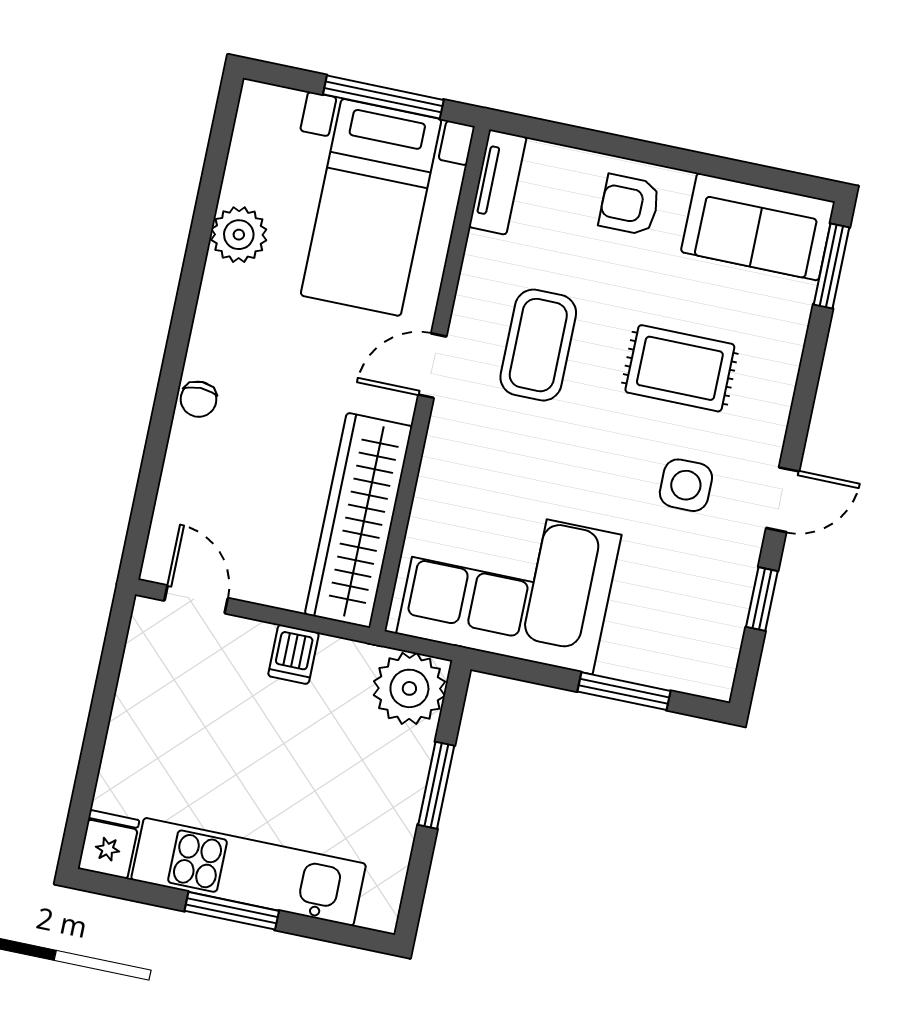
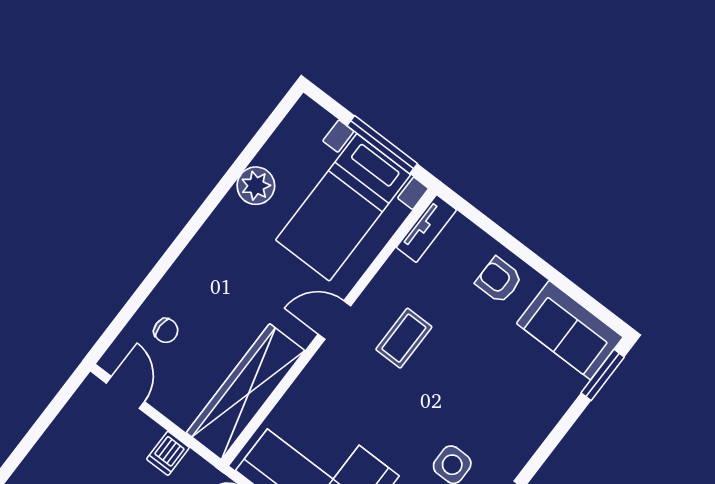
coffee table: (538, 345) -> (404, 338), width x0.73, depth x0.77
rug: (680, 368) -> (482, 393), removed
chair: (199, 399) -> (166, 331), moved, turned -90

